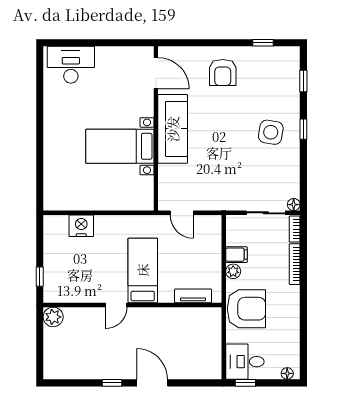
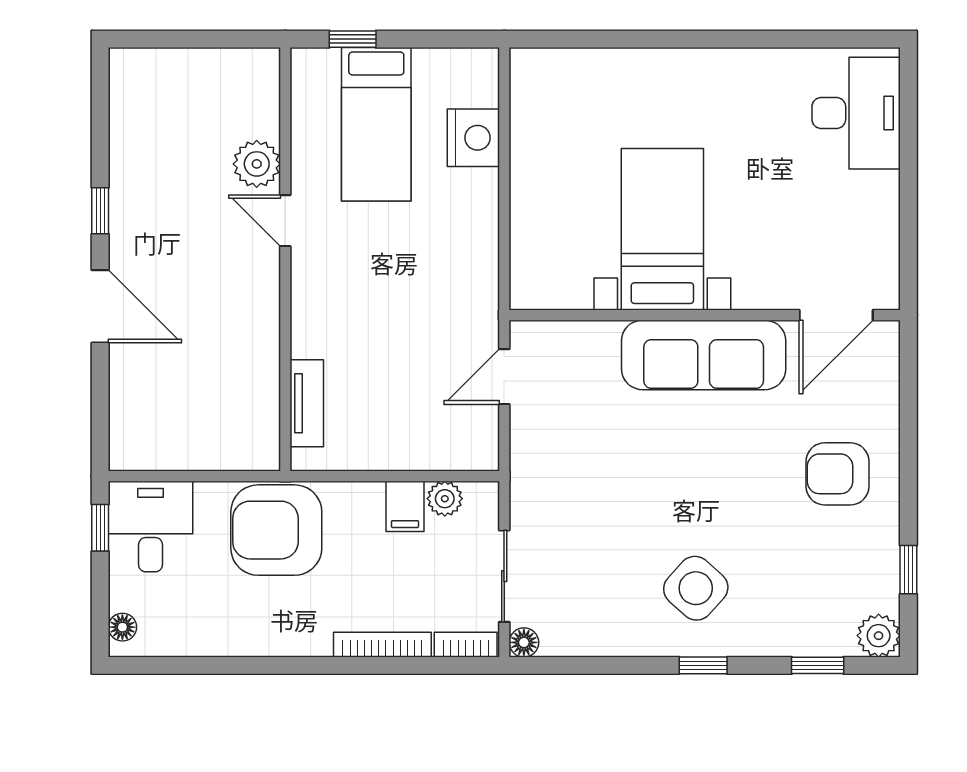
plant: (291, 55) -> (879, 636), added
side table: (271, 132) -> (696, 588), turned 33
bed: (143, 270) -> (376, 124), moved, turned 90
plant: (233, 271) -> (445, 499), moved
armchair: (246, 309) -> (276, 530), turned 90
plant: (53, 317) -> (257, 164), moved
door: (152, 383) -> (100, 306), hinge flipped

